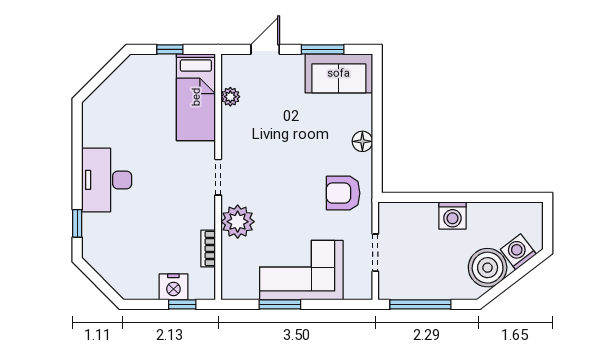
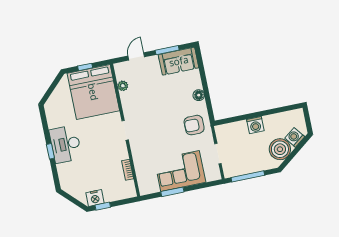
bed: (196, 97) -> (93, 92), width x2.04
plant: (238, 222) -> (140, 152), removed
window: (77, 223) -> (50, 151), moved
nightstand: (173, 287) -> (95, 198), moved
window: (182, 304) -> (103, 206), moved

